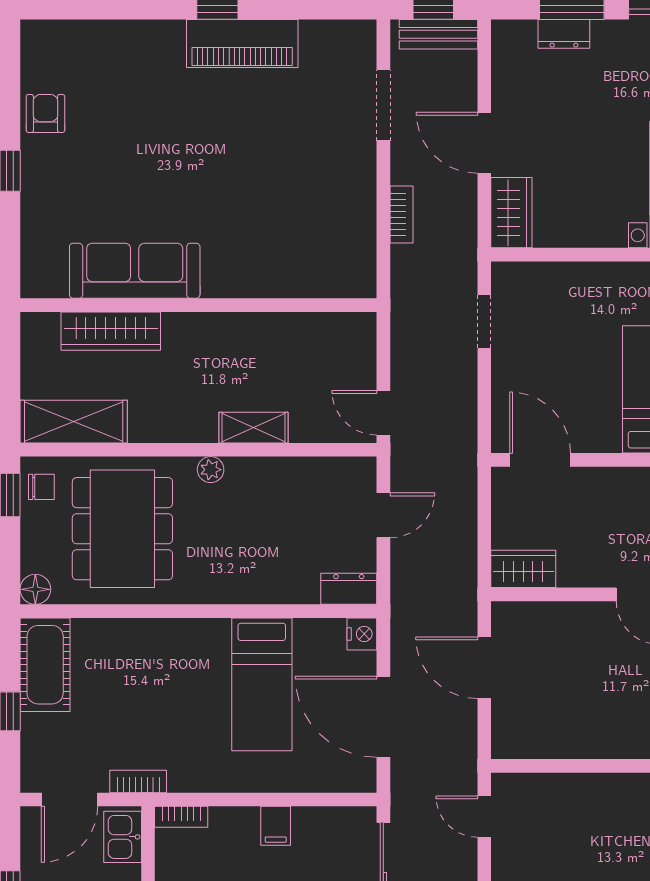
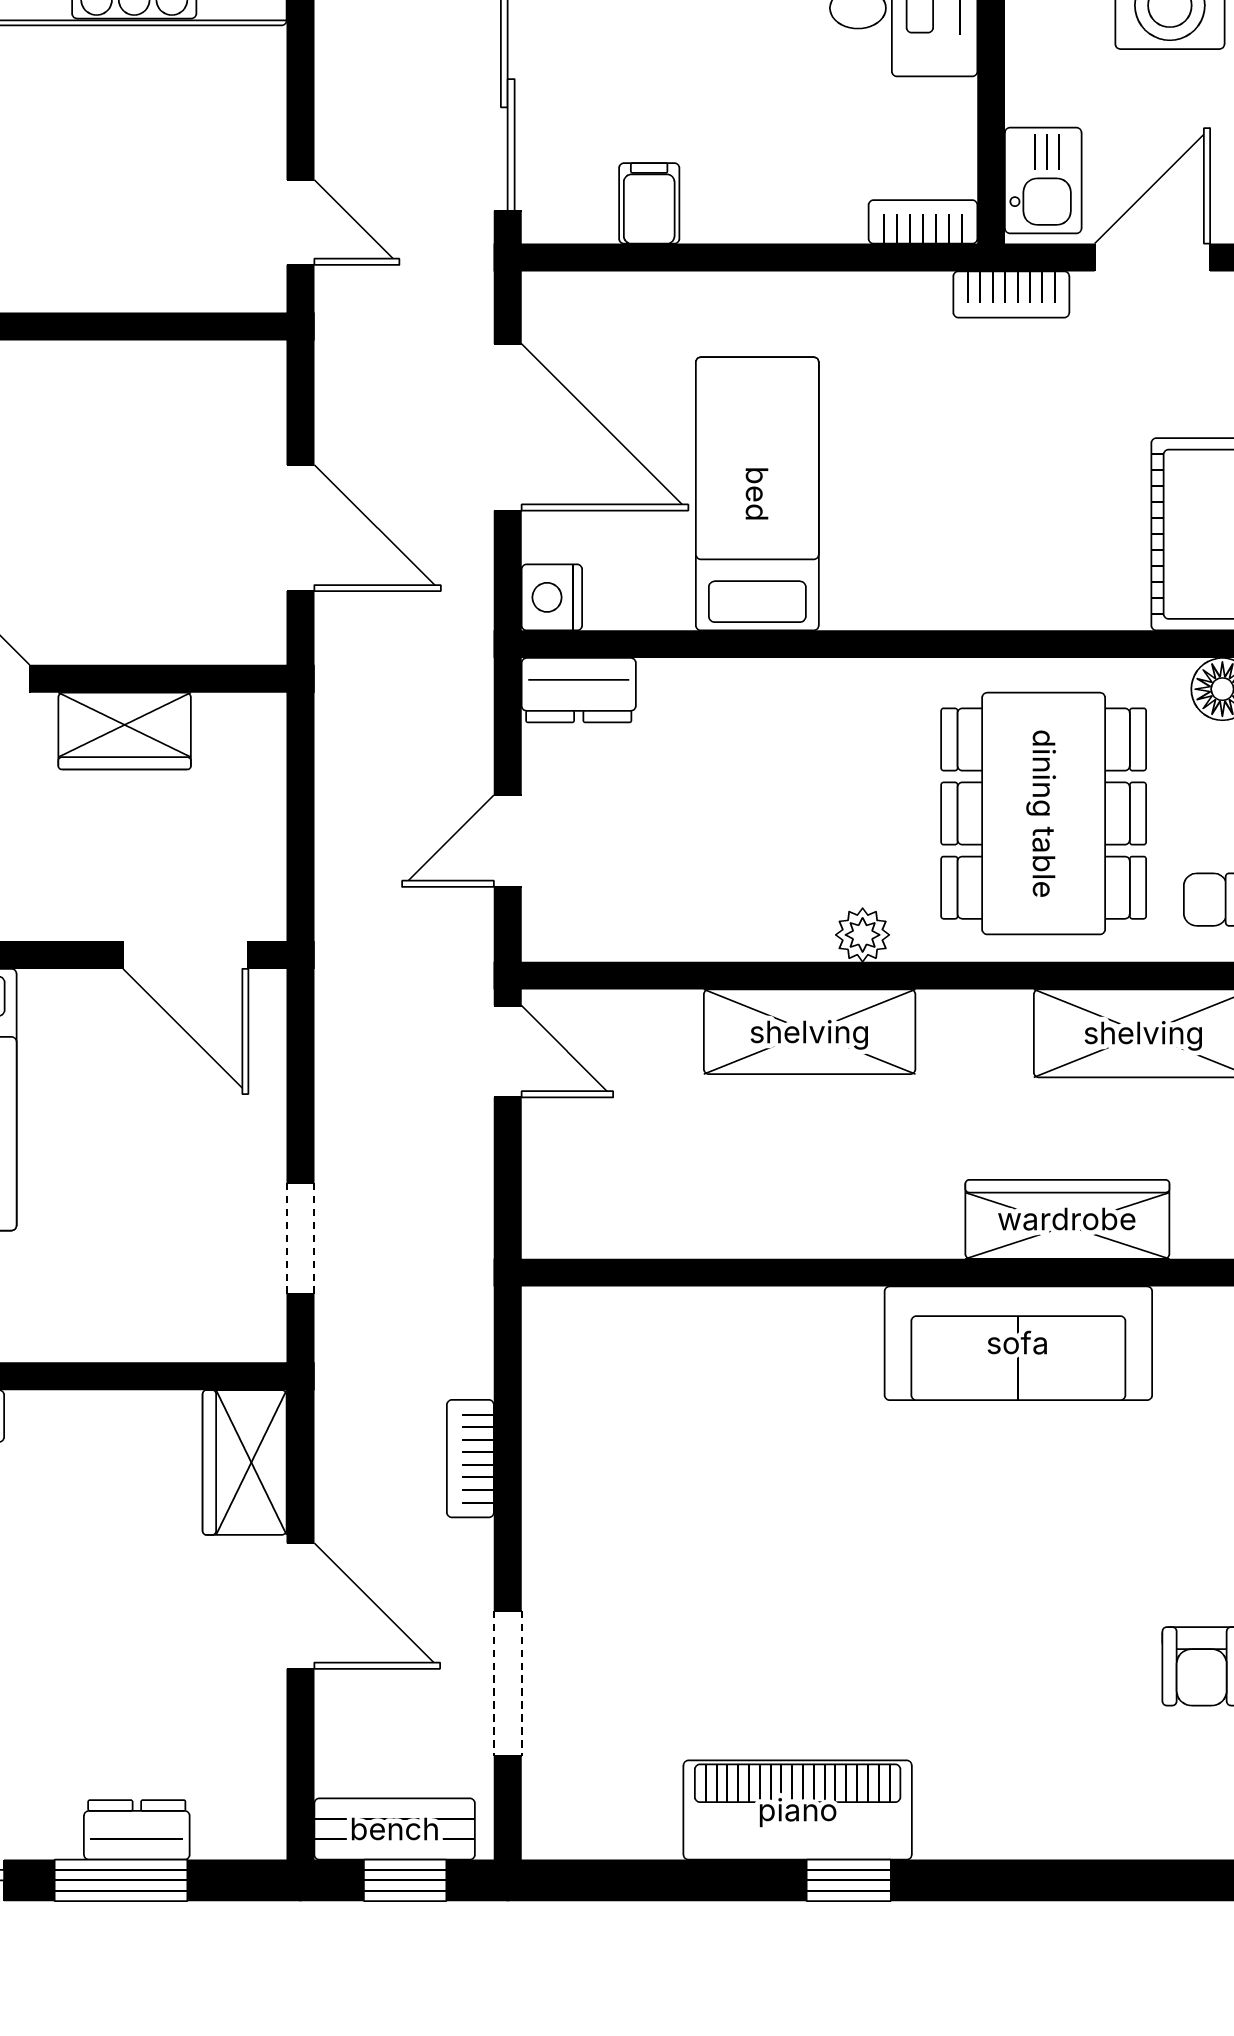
shelving: (254, 428) -> (810, 1032), width x1.50, depth x1.33
wardrobe: (523, 569) -> (125, 731), moved
filing cabinet: (276, 826) -> (649, 203), moved

